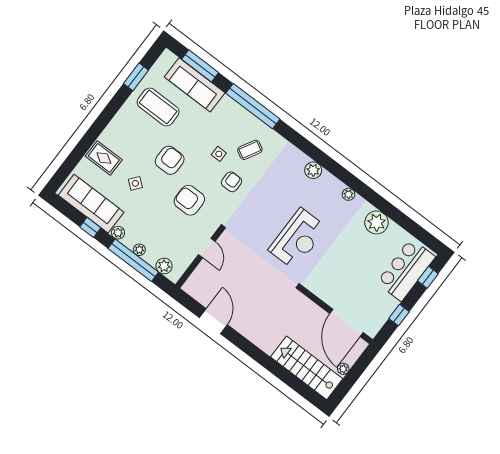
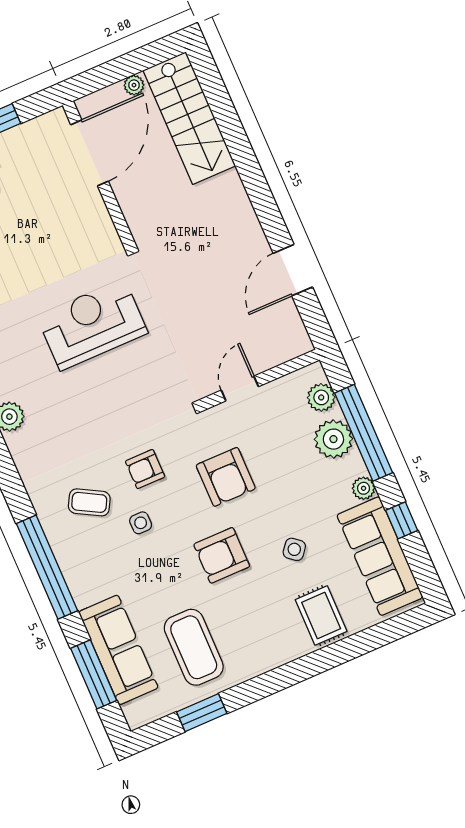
plant: (139, 250) -> (333, 439), width x1.88, depth x1.88

